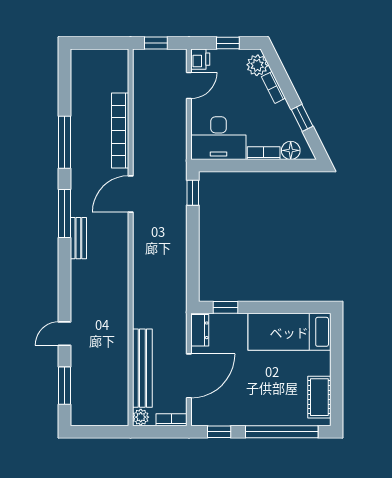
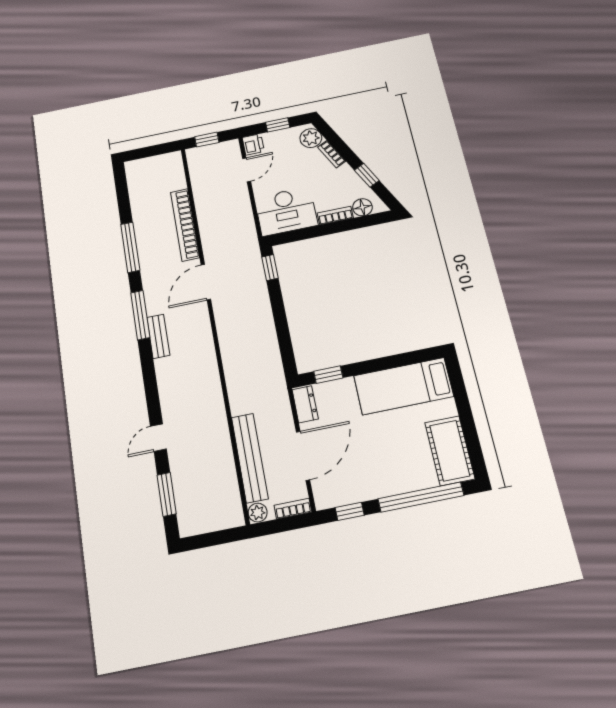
cot: (319, 397) -> (450, 451), width x1.37, depth x1.34

